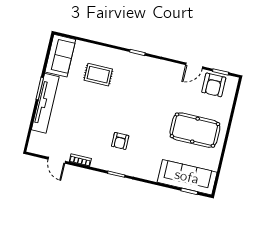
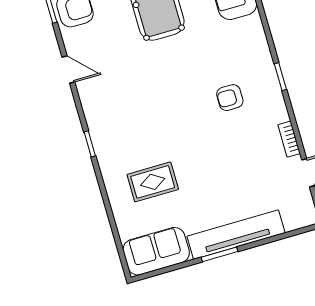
door: (194, 66) -> (68, 70), moved
rug: (98, 75) -> (153, 182), turned 90
armchair: (120, 141) -> (230, 98), turned 180

